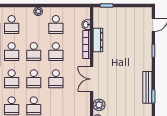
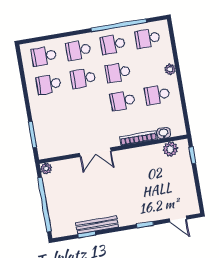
dresser: (98, 40) -> (146, 152), removed
school desk: (56, 79) -> (88, 106), removed
double door: (92, 79) -> (95, 152), swing flipped
plant: (99, 105) -> (170, 149), moved

